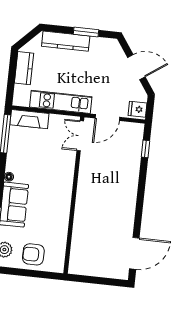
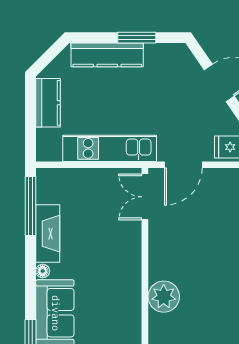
fireplace: (29, 119) -> (48, 234), moved, turned -90
plant: (86, 202) -> (164, 297), added

